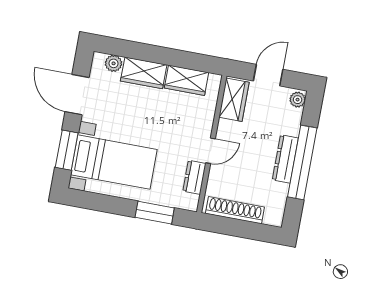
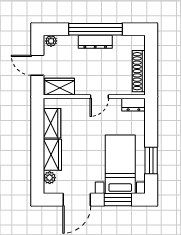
door: (211, 151) -> (99, 97), swing flipped
dresser: (194, 177) -> (133, 105), moved
window: (155, 213) -> (151, 160), moved

